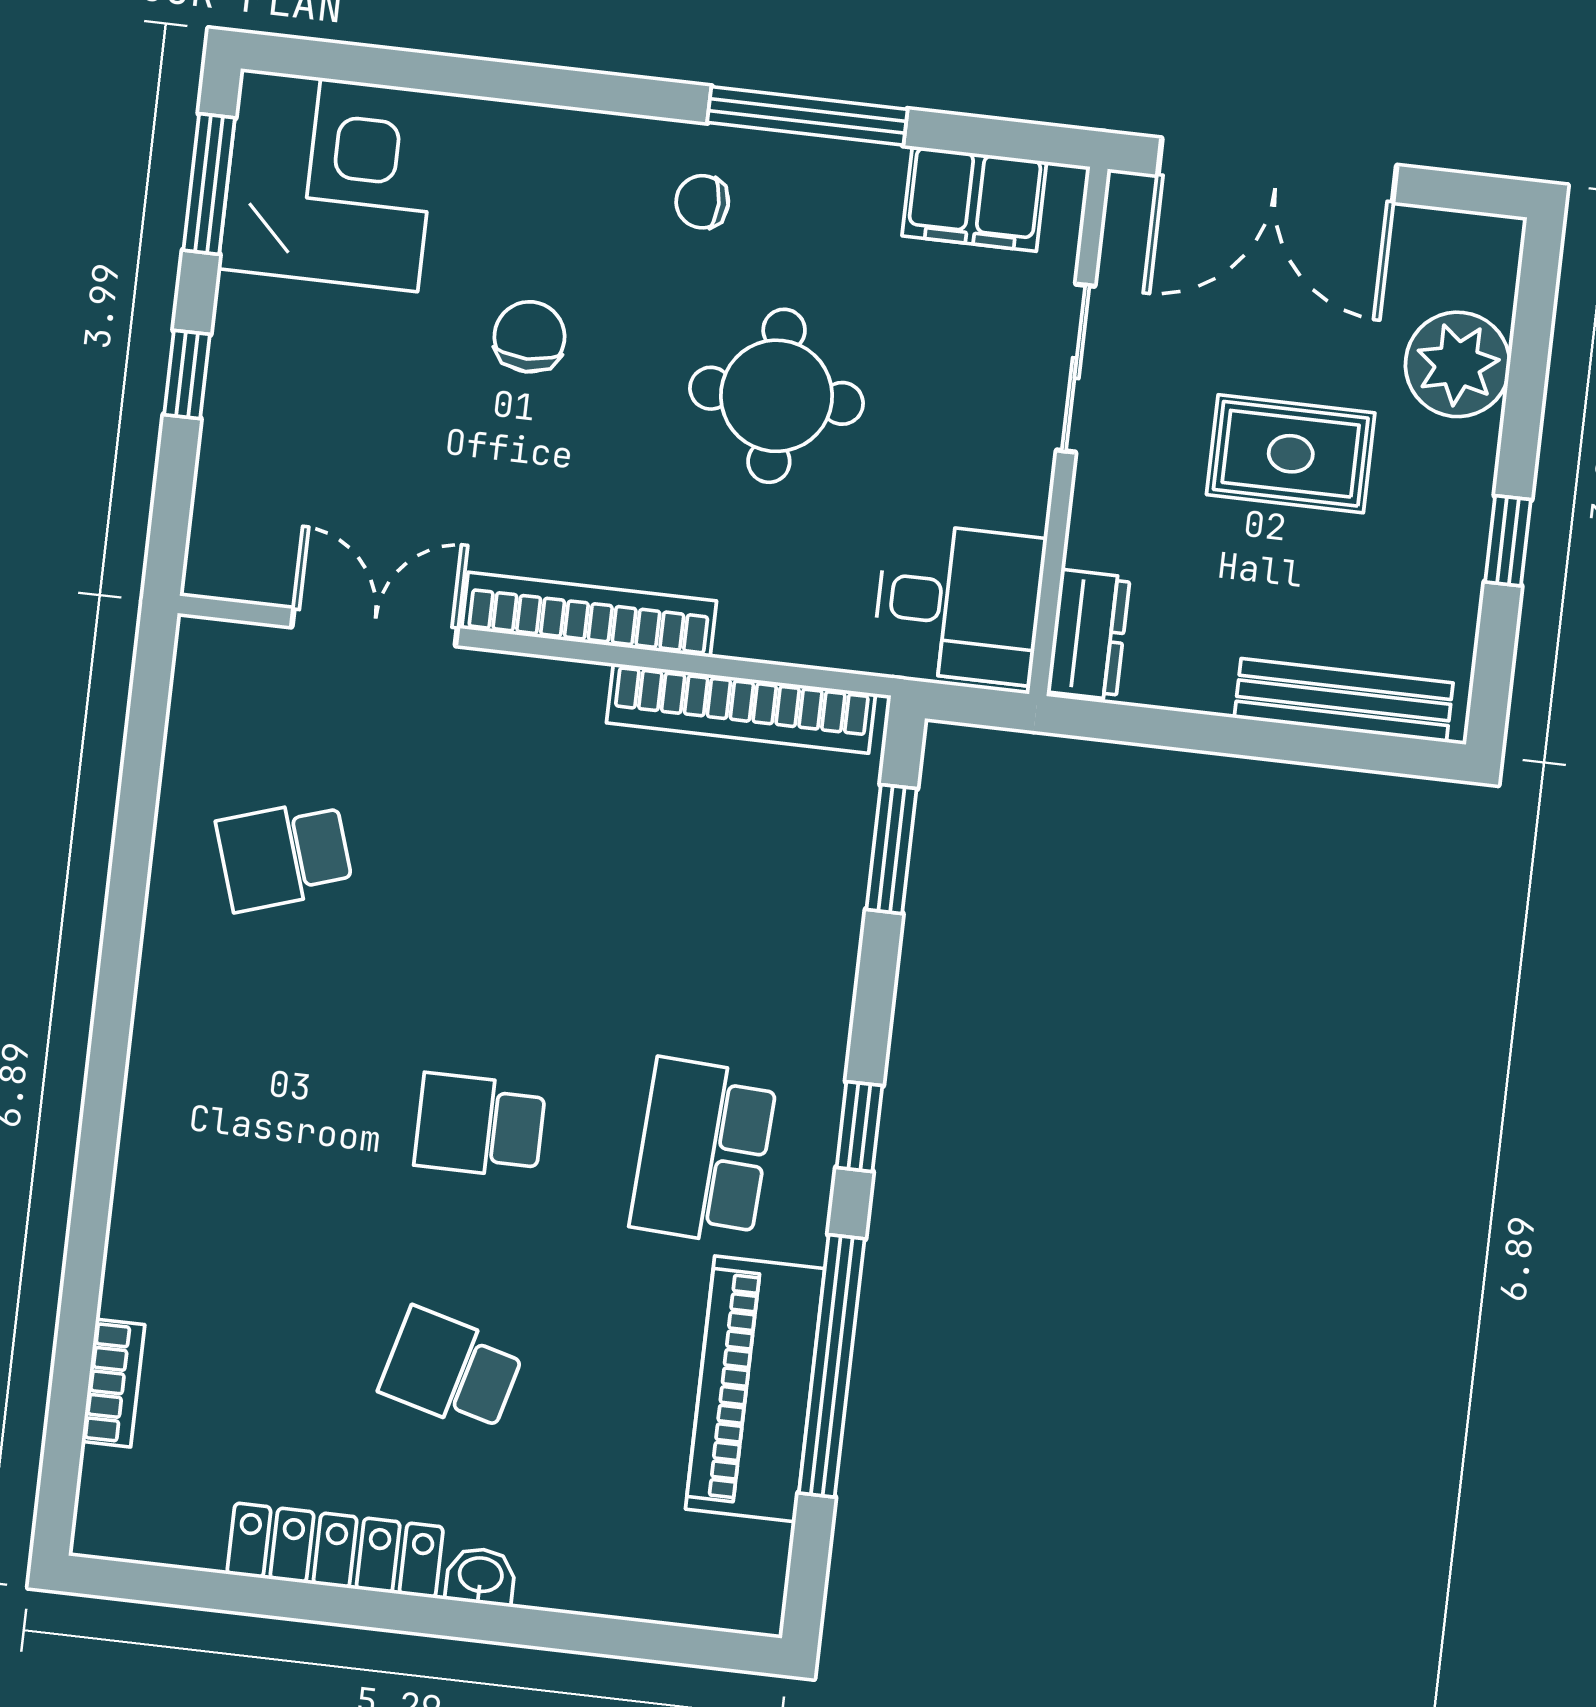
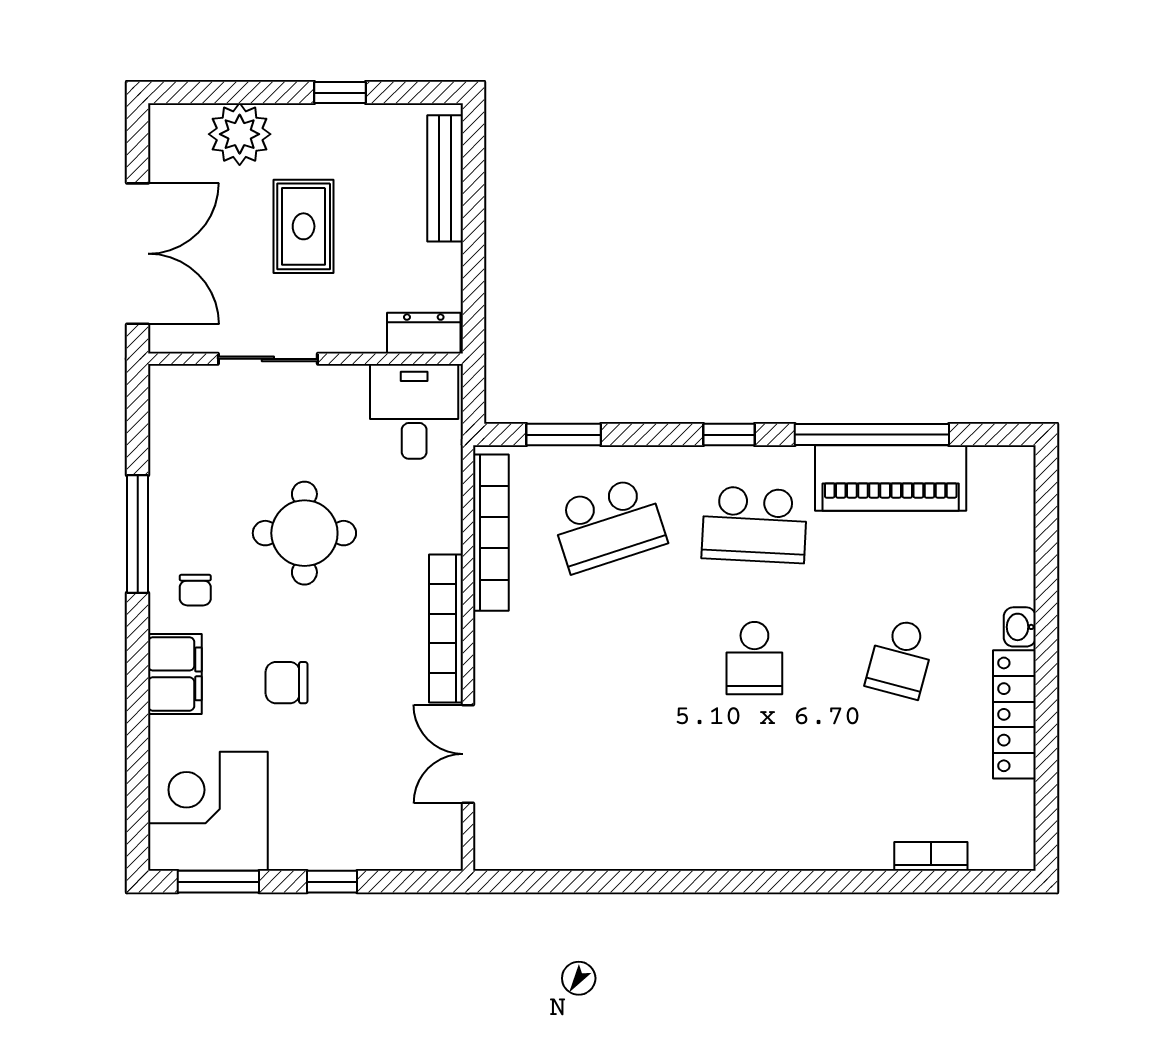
filing cabinet: (974, 199) -> (175, 674), moved
school desk: (285, 855) -> (608, 525), moved, width x1.85

